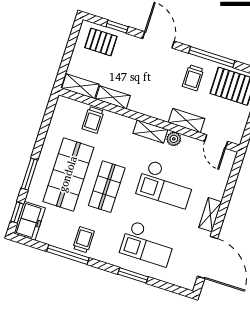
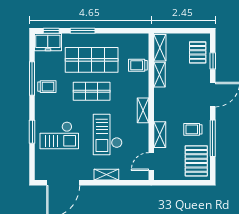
plant: (174, 139) -> (143, 130), removed
shelving: (210, 215) -> (106, 175), moved
checkout: (148, 244) -> (59, 135), turned -90

